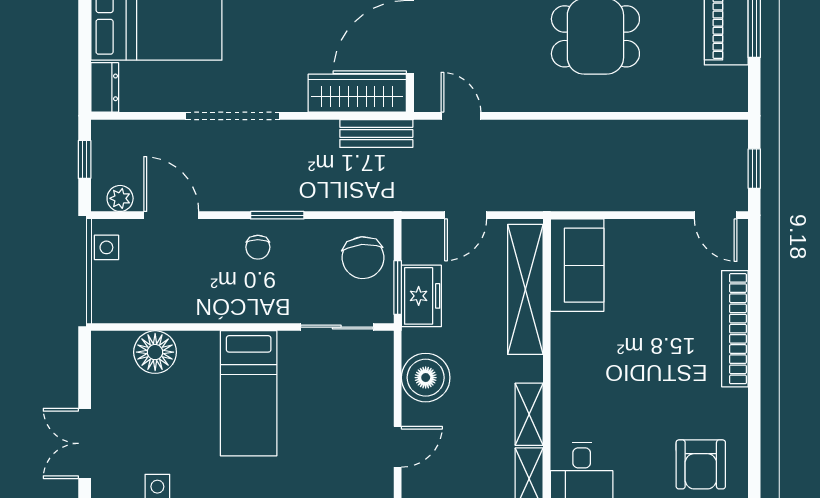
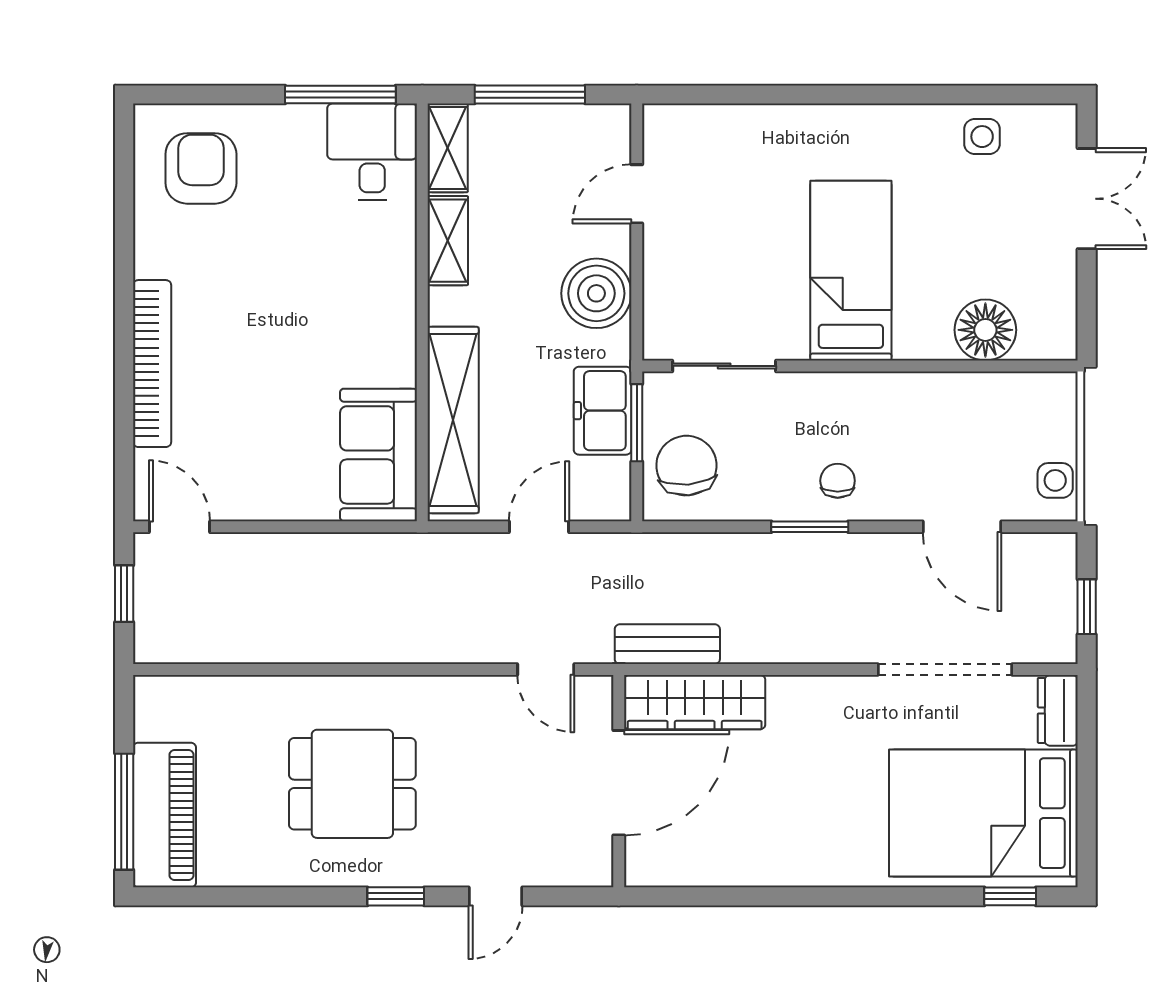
doorway: (232, 116) -> (945, 670), moved
plant: (120, 198) -> (1036, 551), removed

